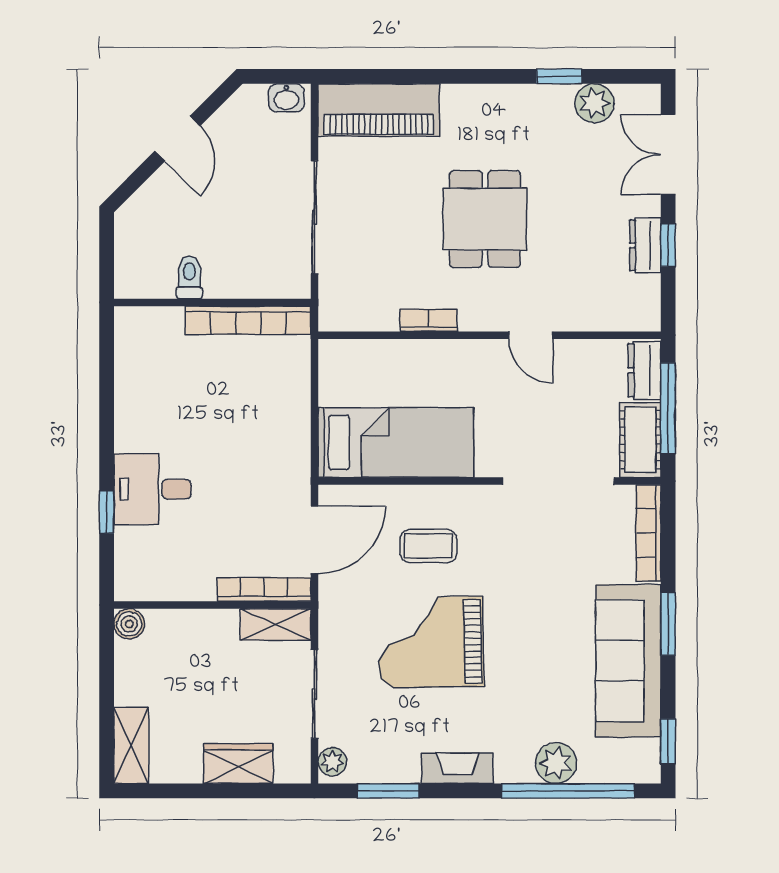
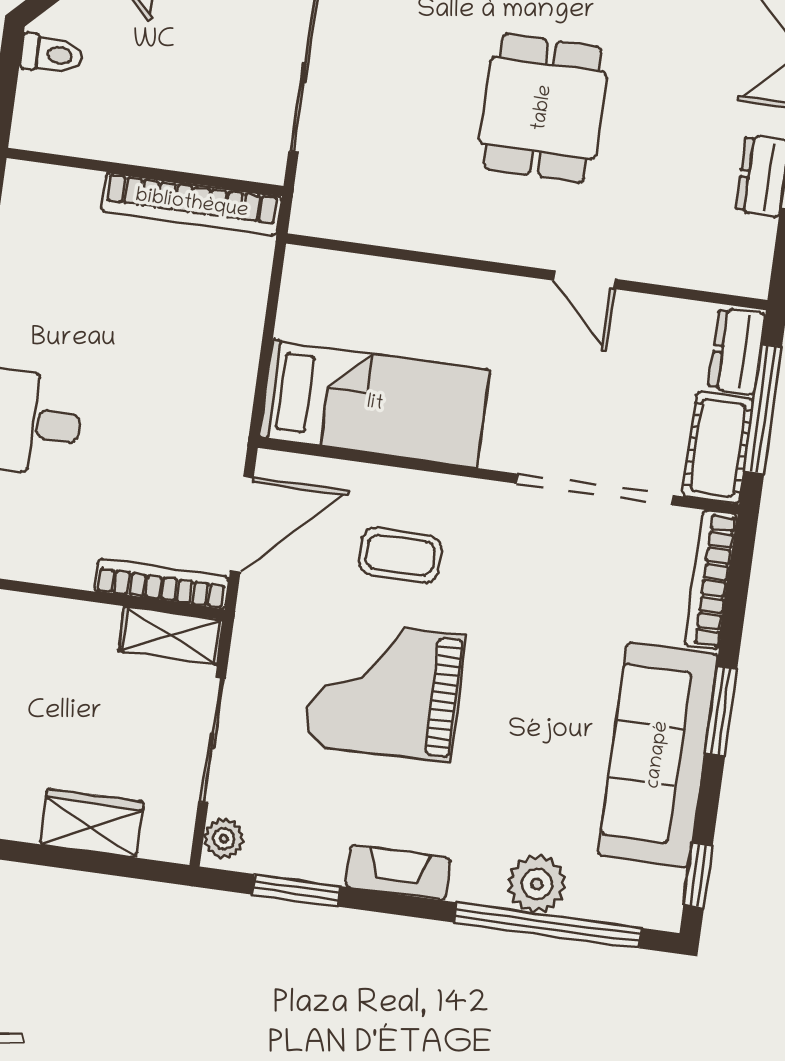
toilet: (189, 277) -> (51, 54), moved, turned 90
bookcase: (429, 320) -> (445, 239), removed

